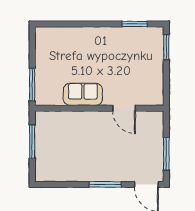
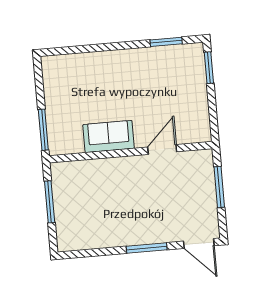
door: (124, 108) -> (162, 149), swing flipped
window: (166, 154) -> (219, 187), moved

